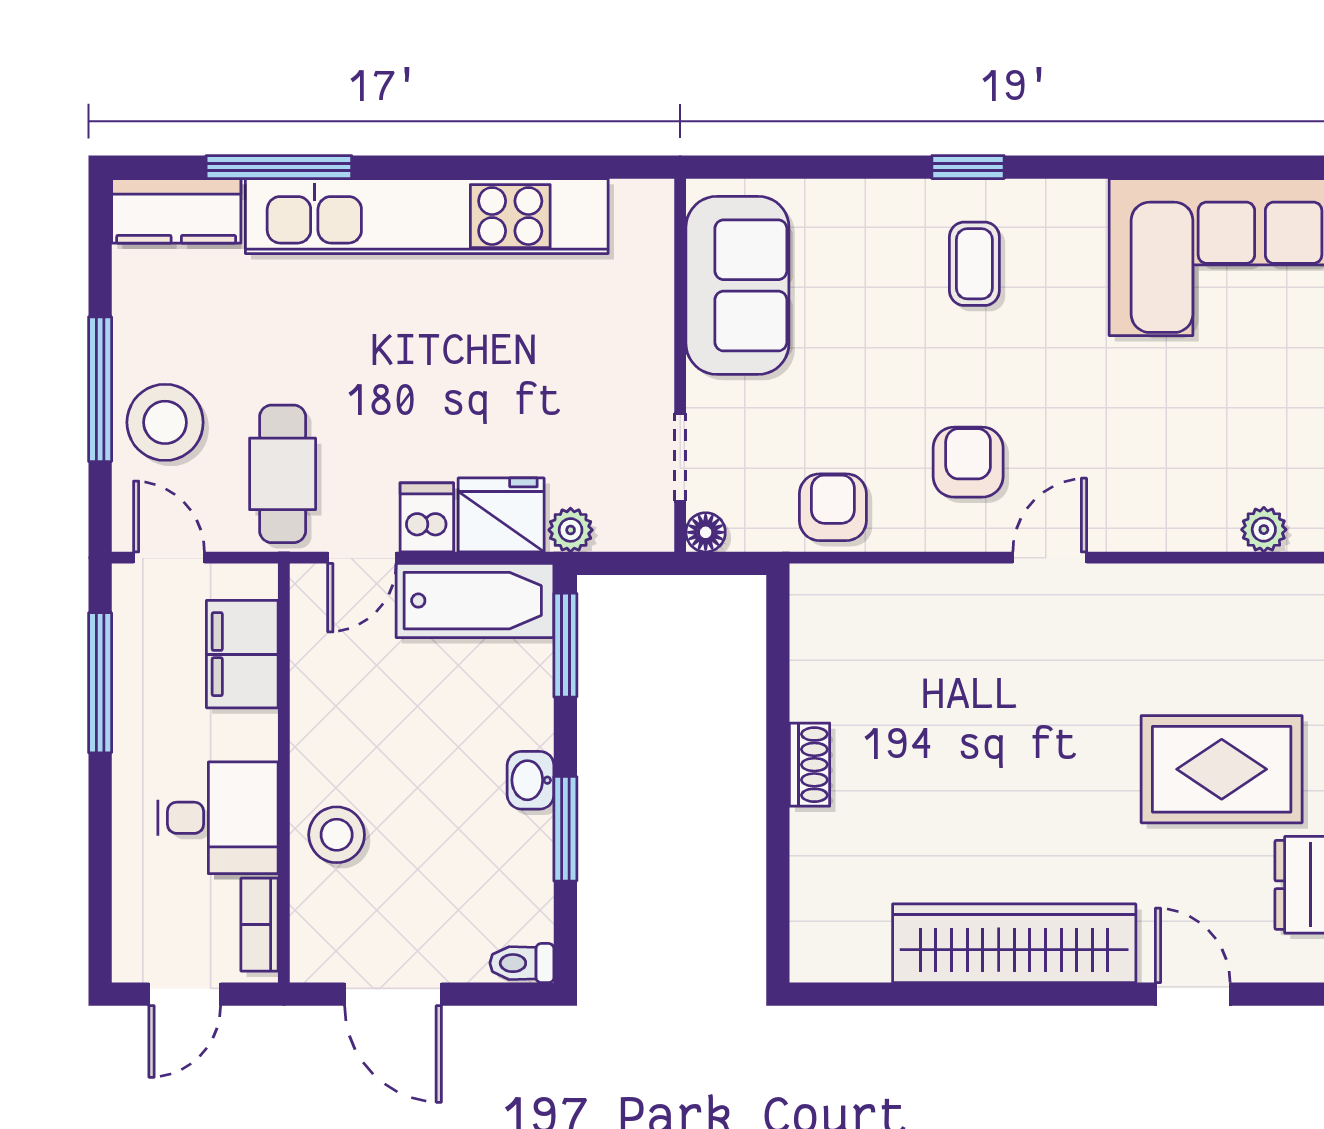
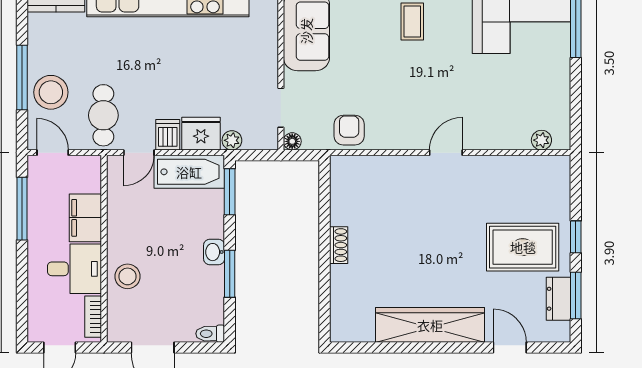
armchair: (968, 462) -> (409, 110), removed
filing cabinet: (242, 654) -> (85, 218), moved

